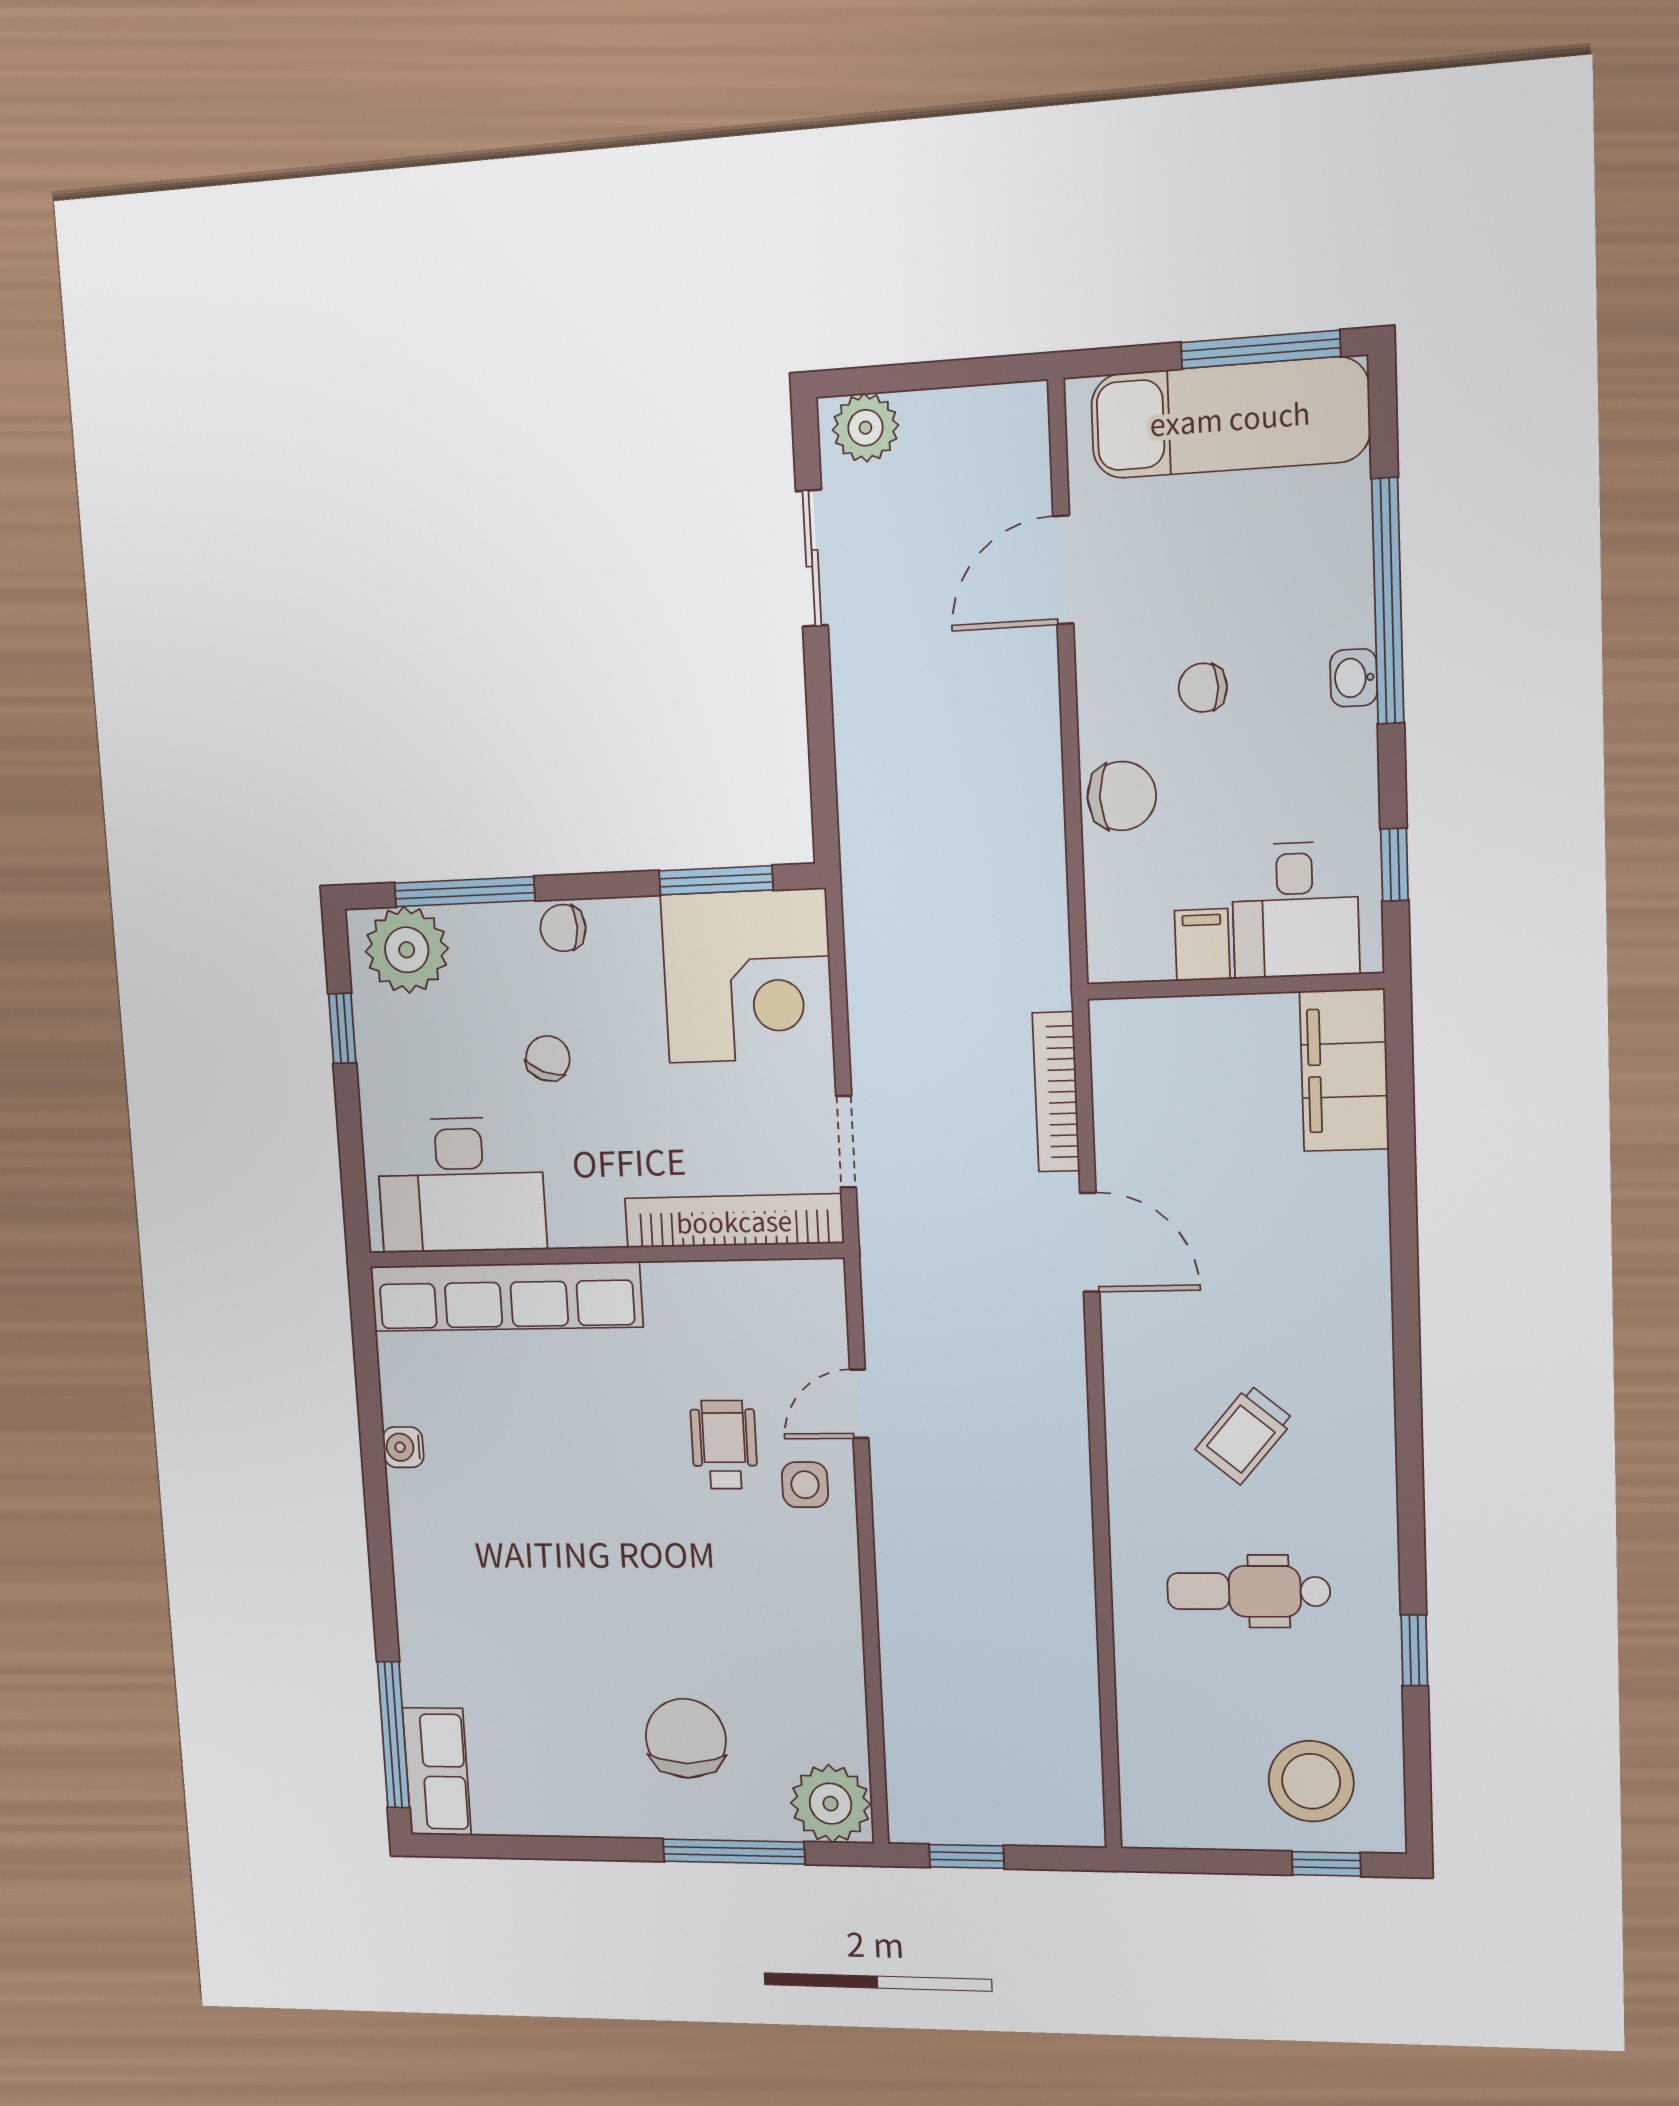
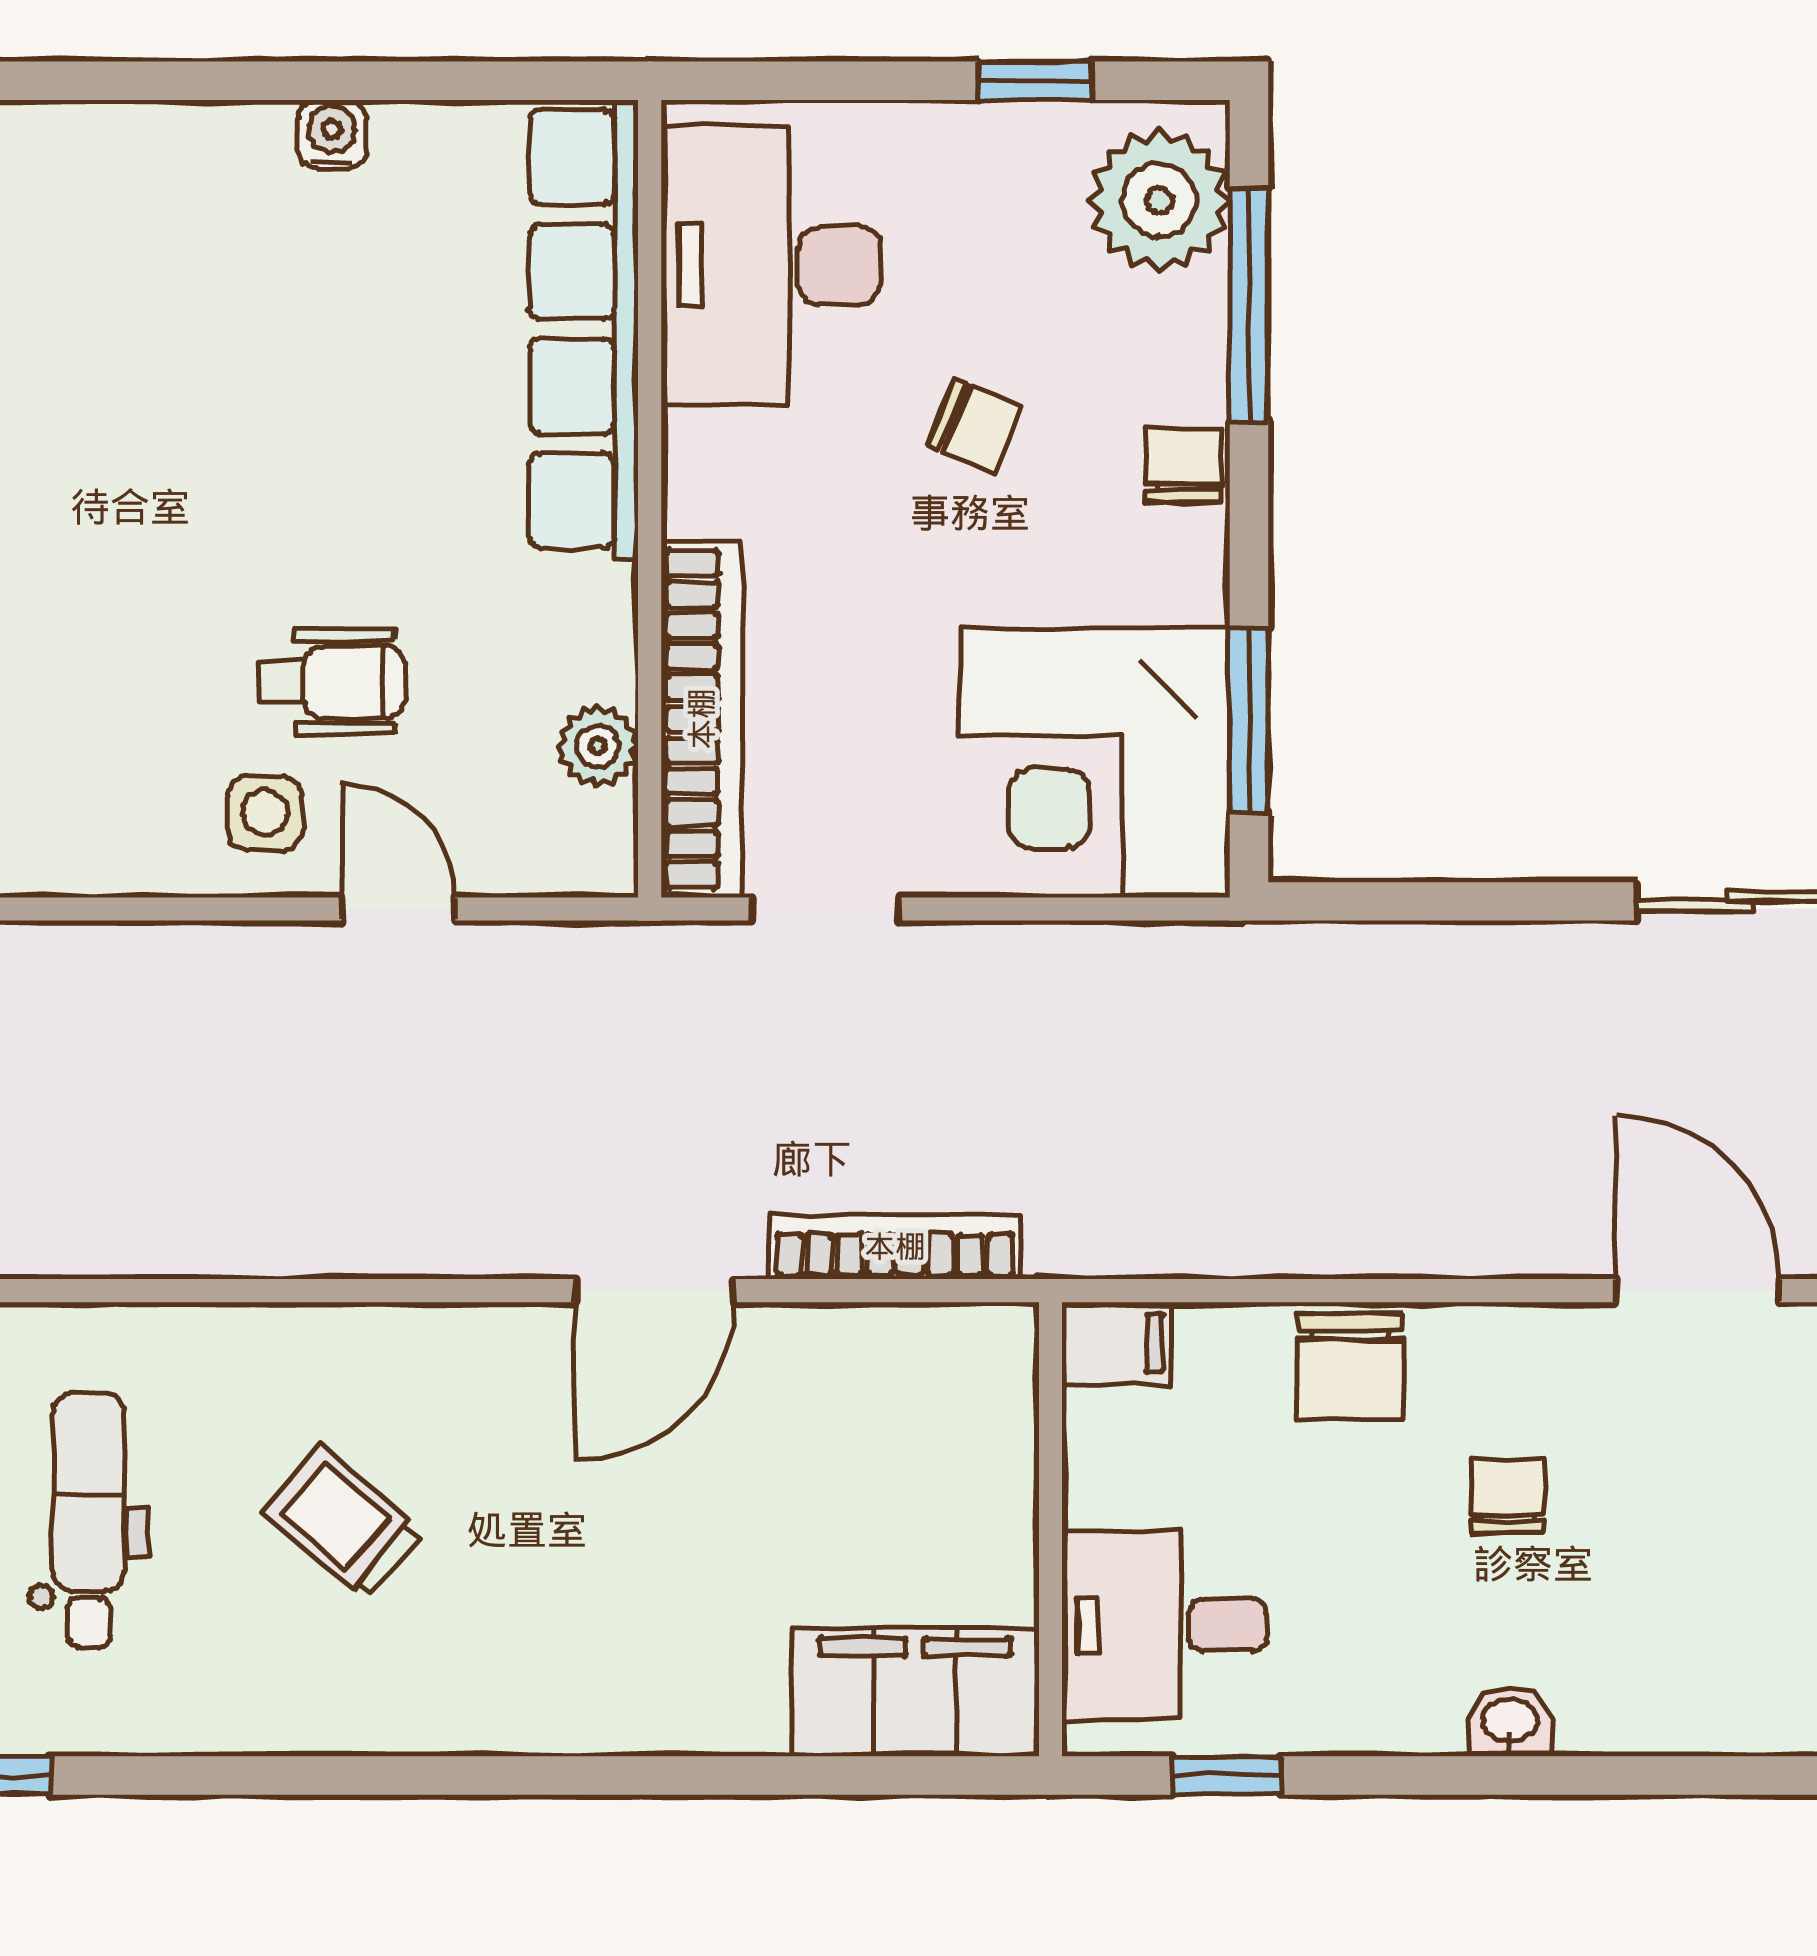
window: (1388, 601) -> (1621, 1775), removed
filing cabinet: (1202, 945) -> (1116, 1343), moved
plant: (754, 1284) -> (598, 746), added

